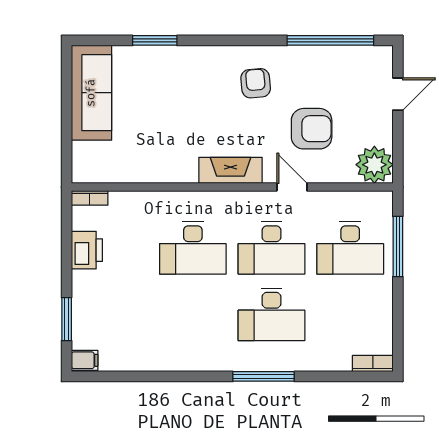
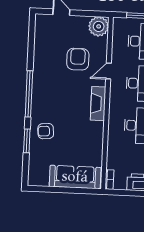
window: (330, 40) -> (29, 94), moved
armchair: (256, 83) -> (46, 131), moved
sofa: (91, 93) -> (75, 177), moved

